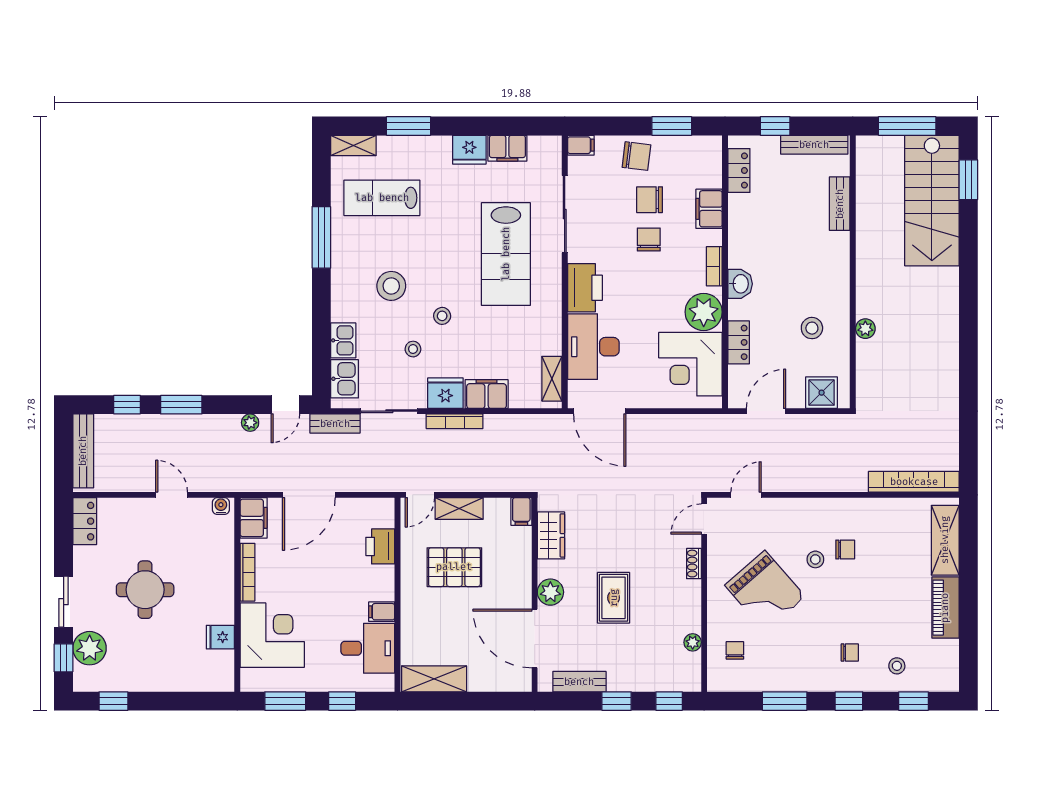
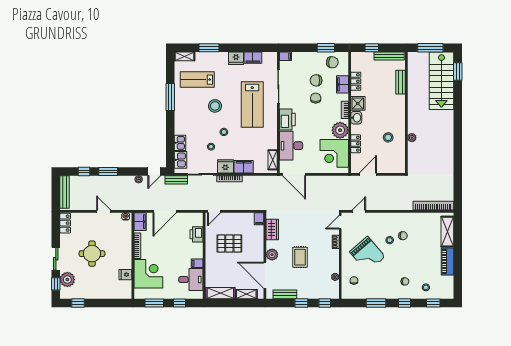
chair: (636, 156) -> (332, 62), moved
locker: (739, 170) -> (356, 81), moved
stool: (391, 286) -> (215, 106), moved
shower: (822, 393) -> (358, 103), moved
shelving: (459, 508) -> (246, 294), moved

